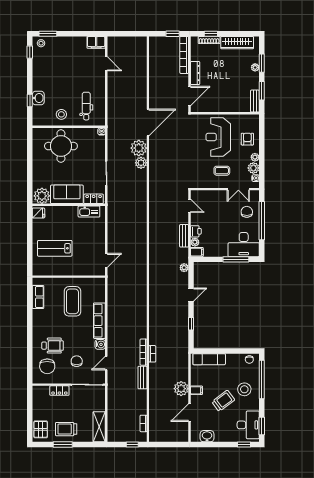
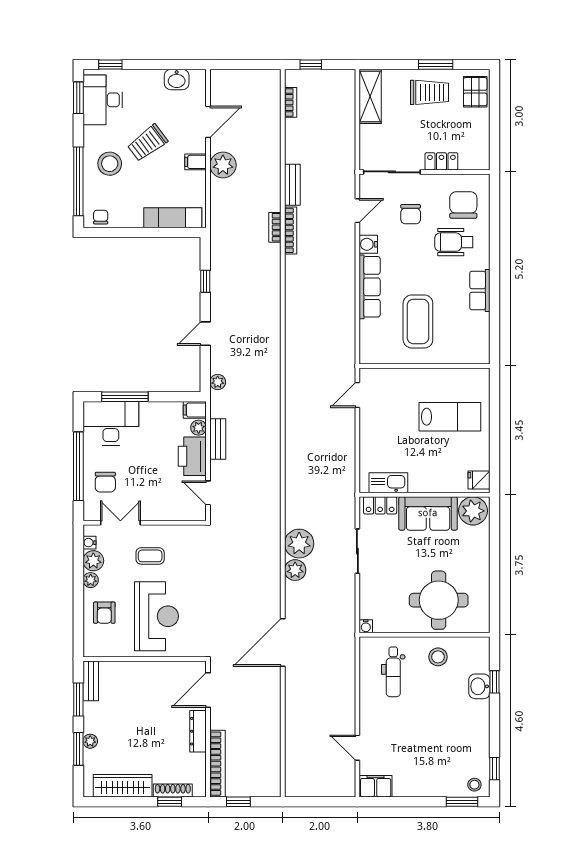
plant: (139, 148) -> (299, 544), moved
printer: (196, 231) -> (192, 456), width x1.87, depth x1.48
row of seats: (38, 297) -> (480, 291), moved

